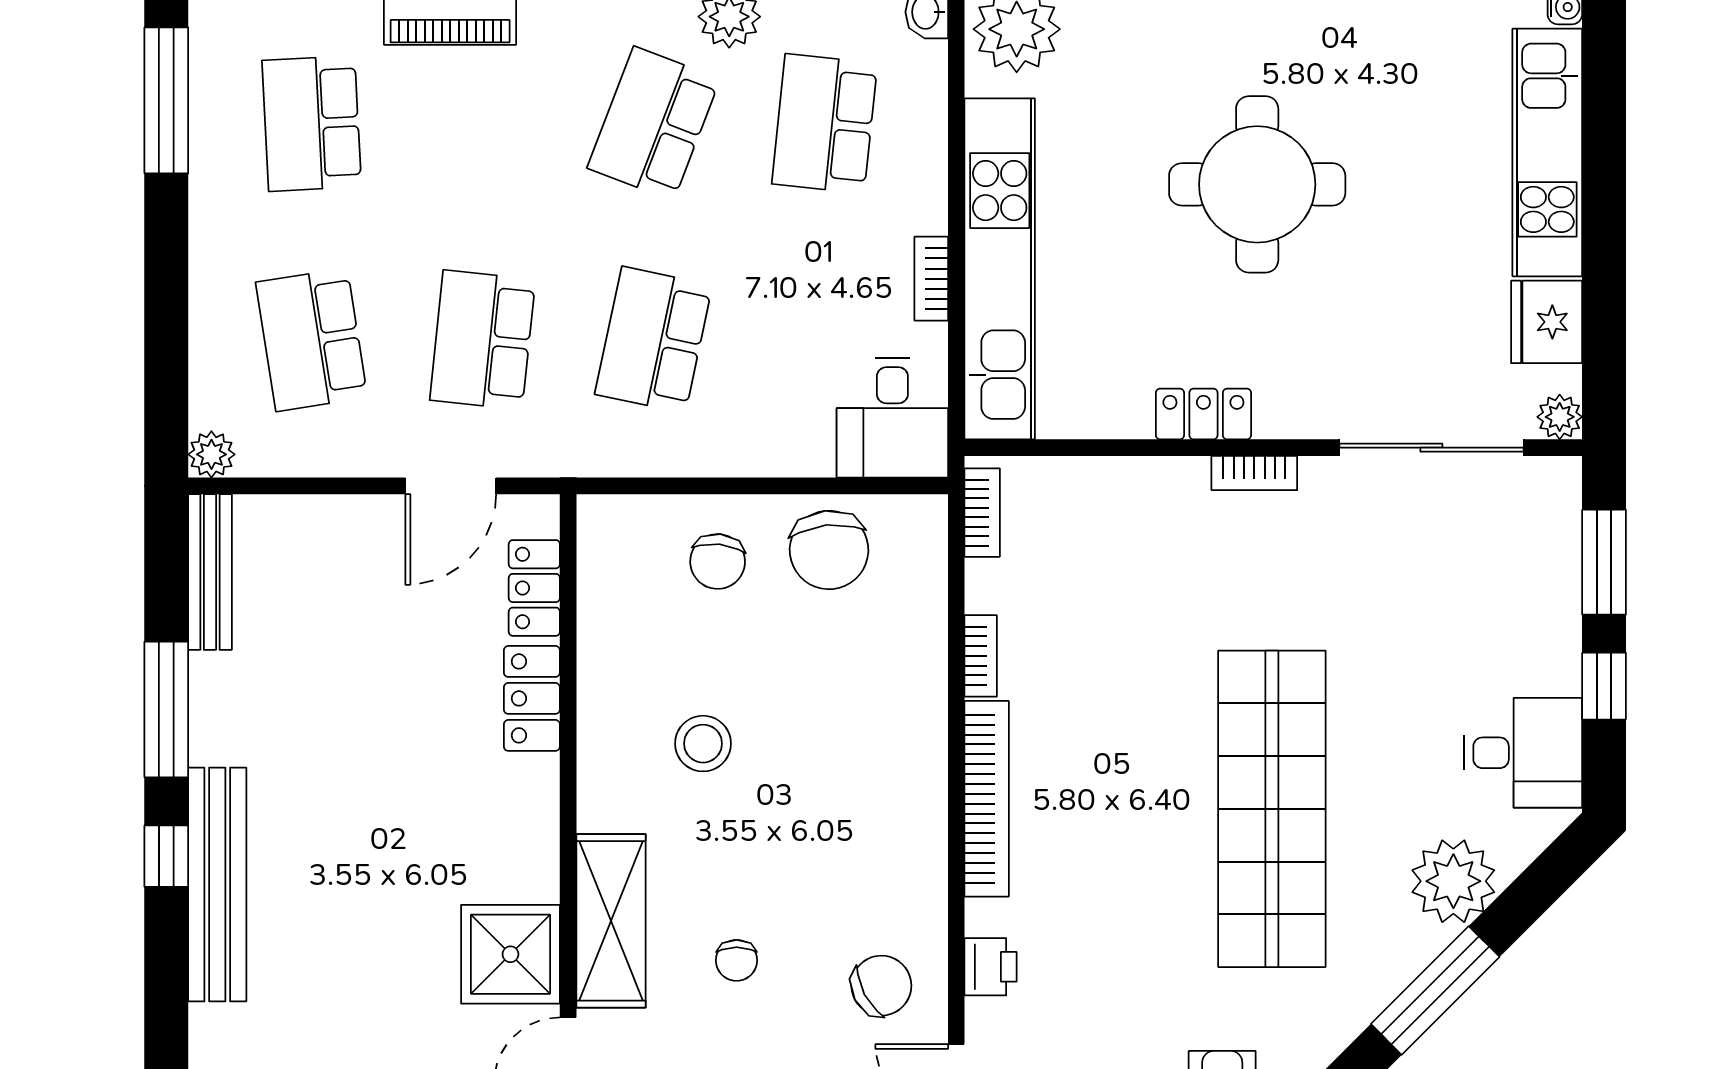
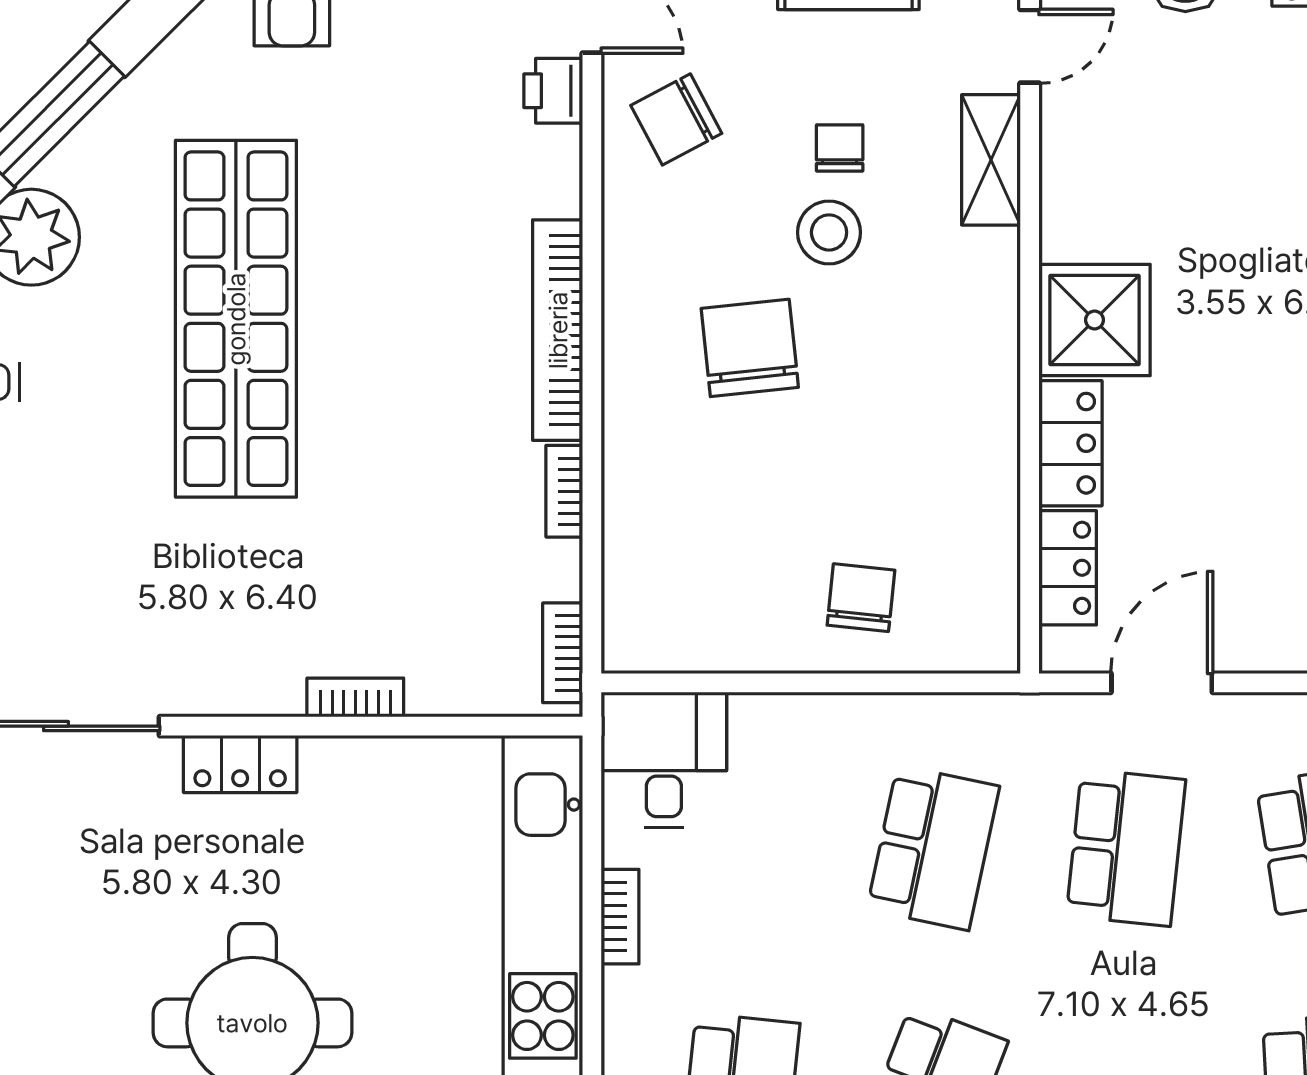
locker: (1203, 414) -> (240, 764), moved
bookcase: (1254, 473) -> (355, 697), moved
chair: (829, 550) -> (750, 348), moved
stool: (703, 744) -> (829, 232), moved
shelving: (611, 921) -> (991, 160), width x0.67, depth x0.75
shower: (510, 954) -> (1095, 320), moved
printer: (991, 967) -> (553, 91), moved

